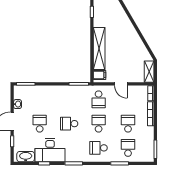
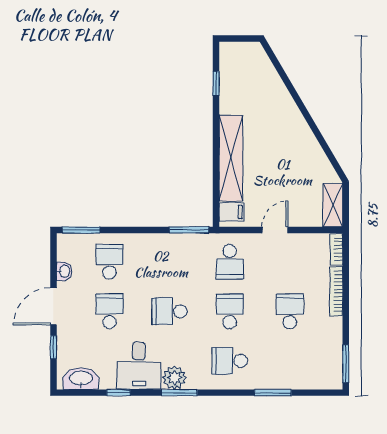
door: (121, 84) -> (275, 230), swing flipped
school desk: (128, 148) -> (109, 262), moved
desk: (50, 150) -> (139, 366), width x0.73
plant: (72, 156) -> (175, 378), added

